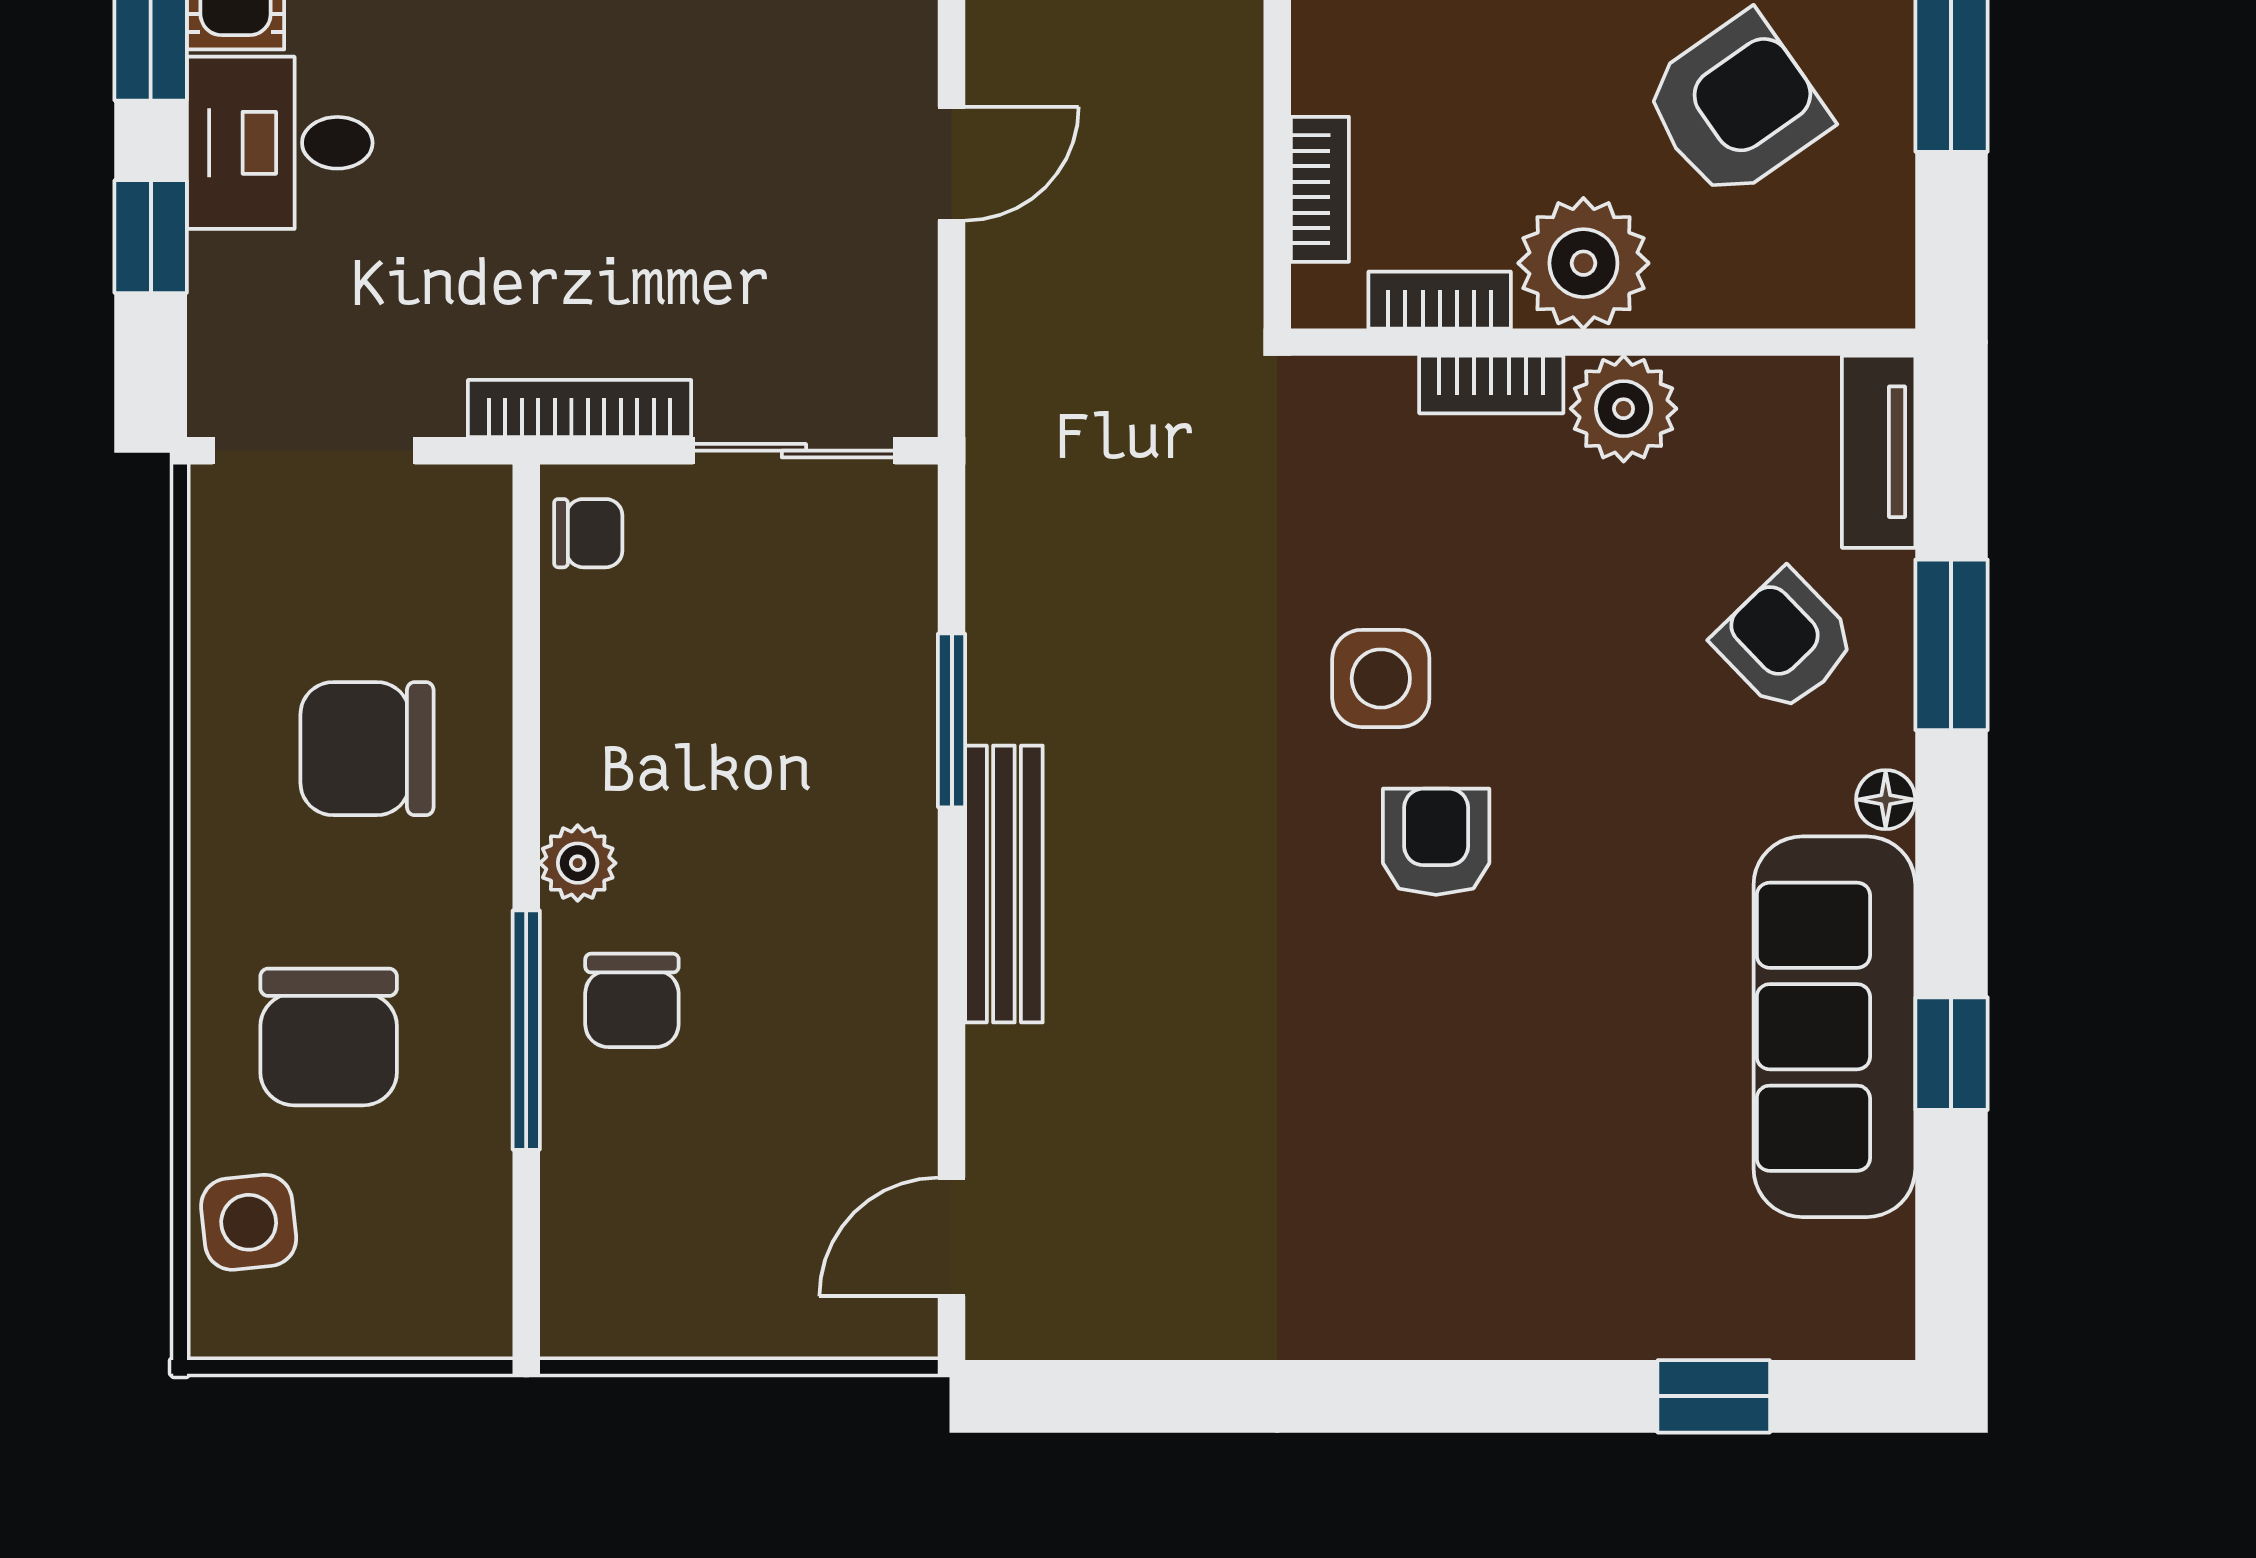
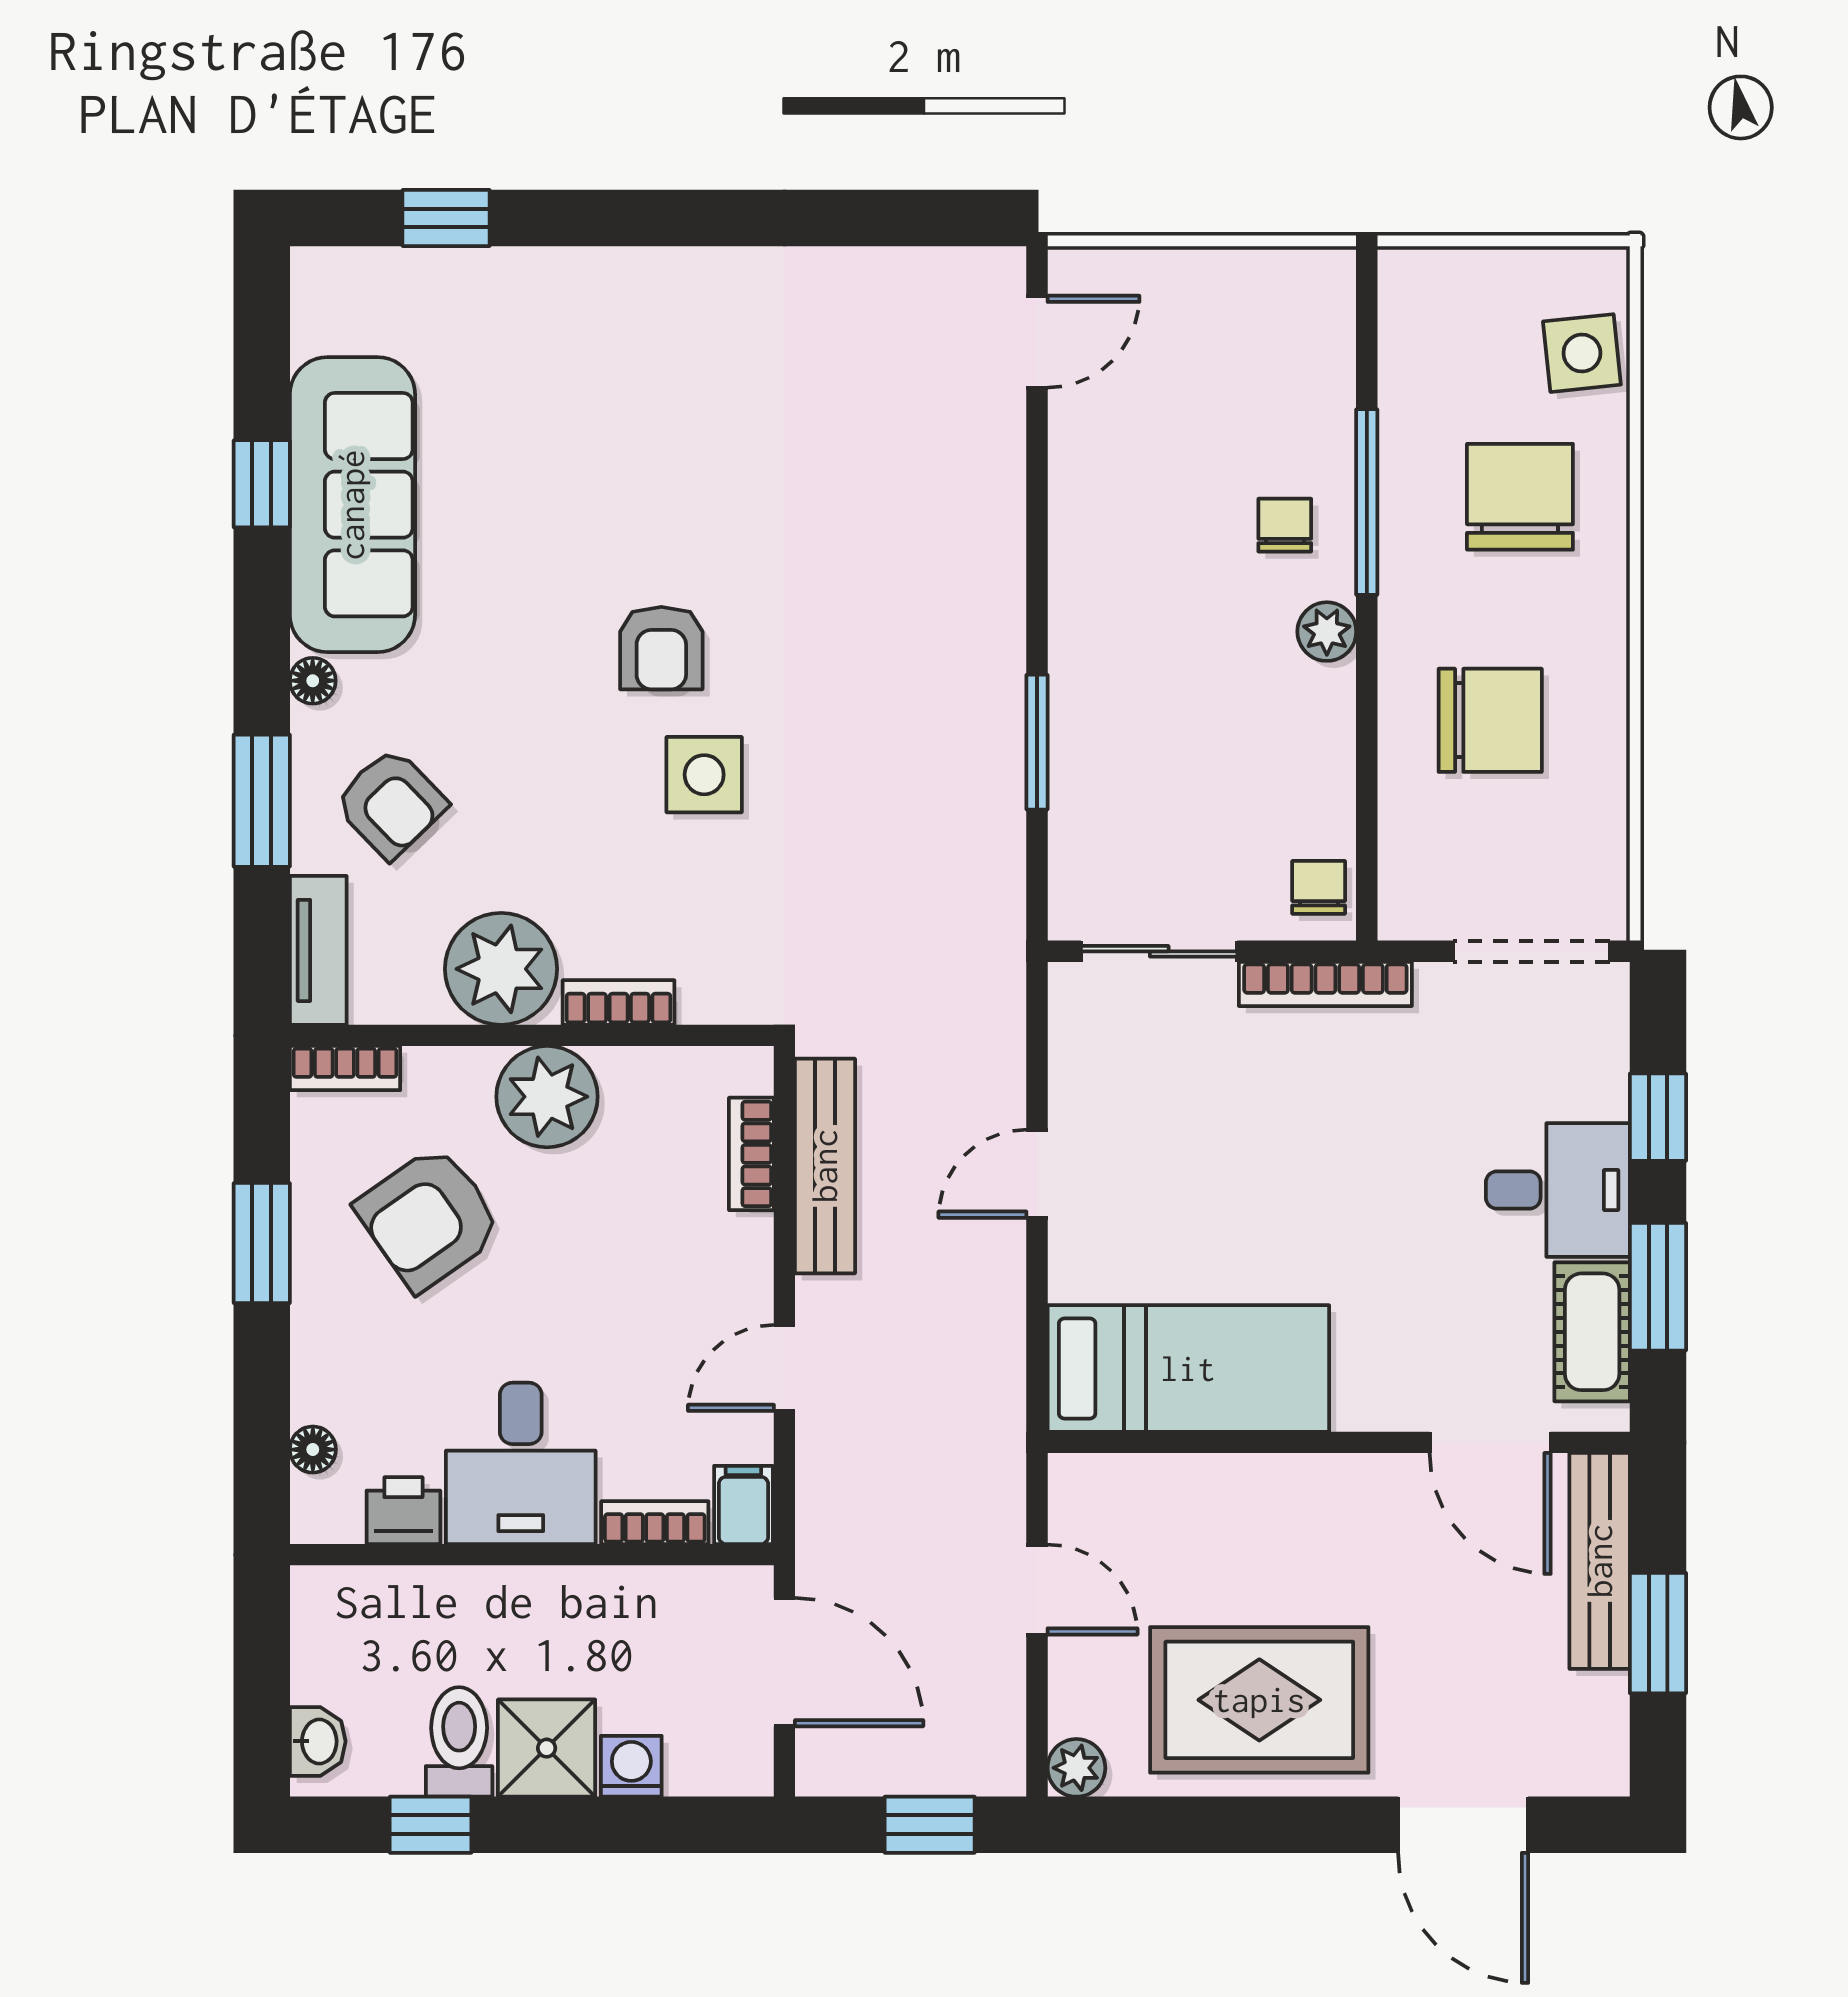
bookcase: (1440, 300) -> (345, 1068), moved
plant: (1624, 409) -> (501, 969), width x1.36, depth x1.36
chair: (588, 533) -> (1319, 887), turned 90
bench: (1004, 884) -> (825, 1166), moved
chair: (632, 1000) -> (1285, 525), width x0.73, depth x0.73

